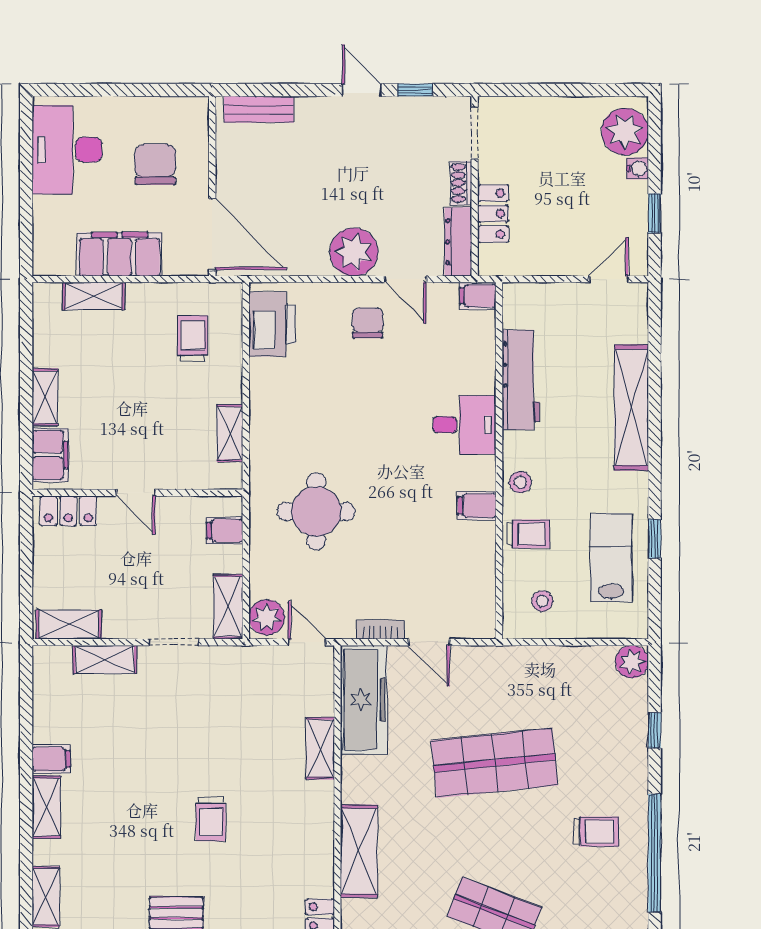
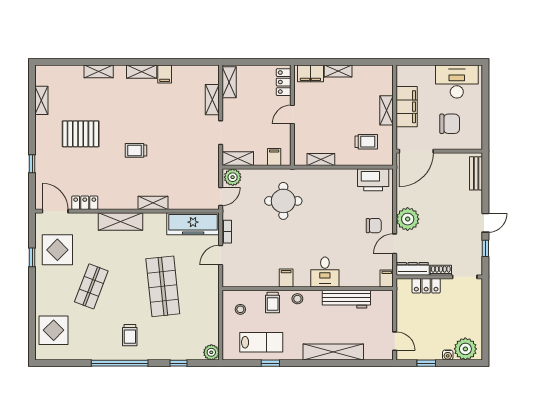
shelving: (94, 296) -> (387, 110), moved
shelving: (320, 748) -> (153, 203), moved

